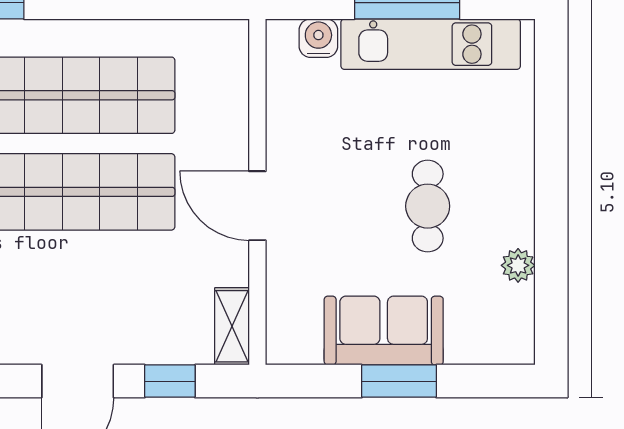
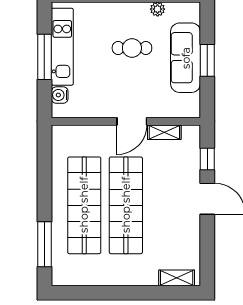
shelving: (232, 326) -> (164, 132), moved
sofa: (384, 331) -> (186, 58), width x1.36

